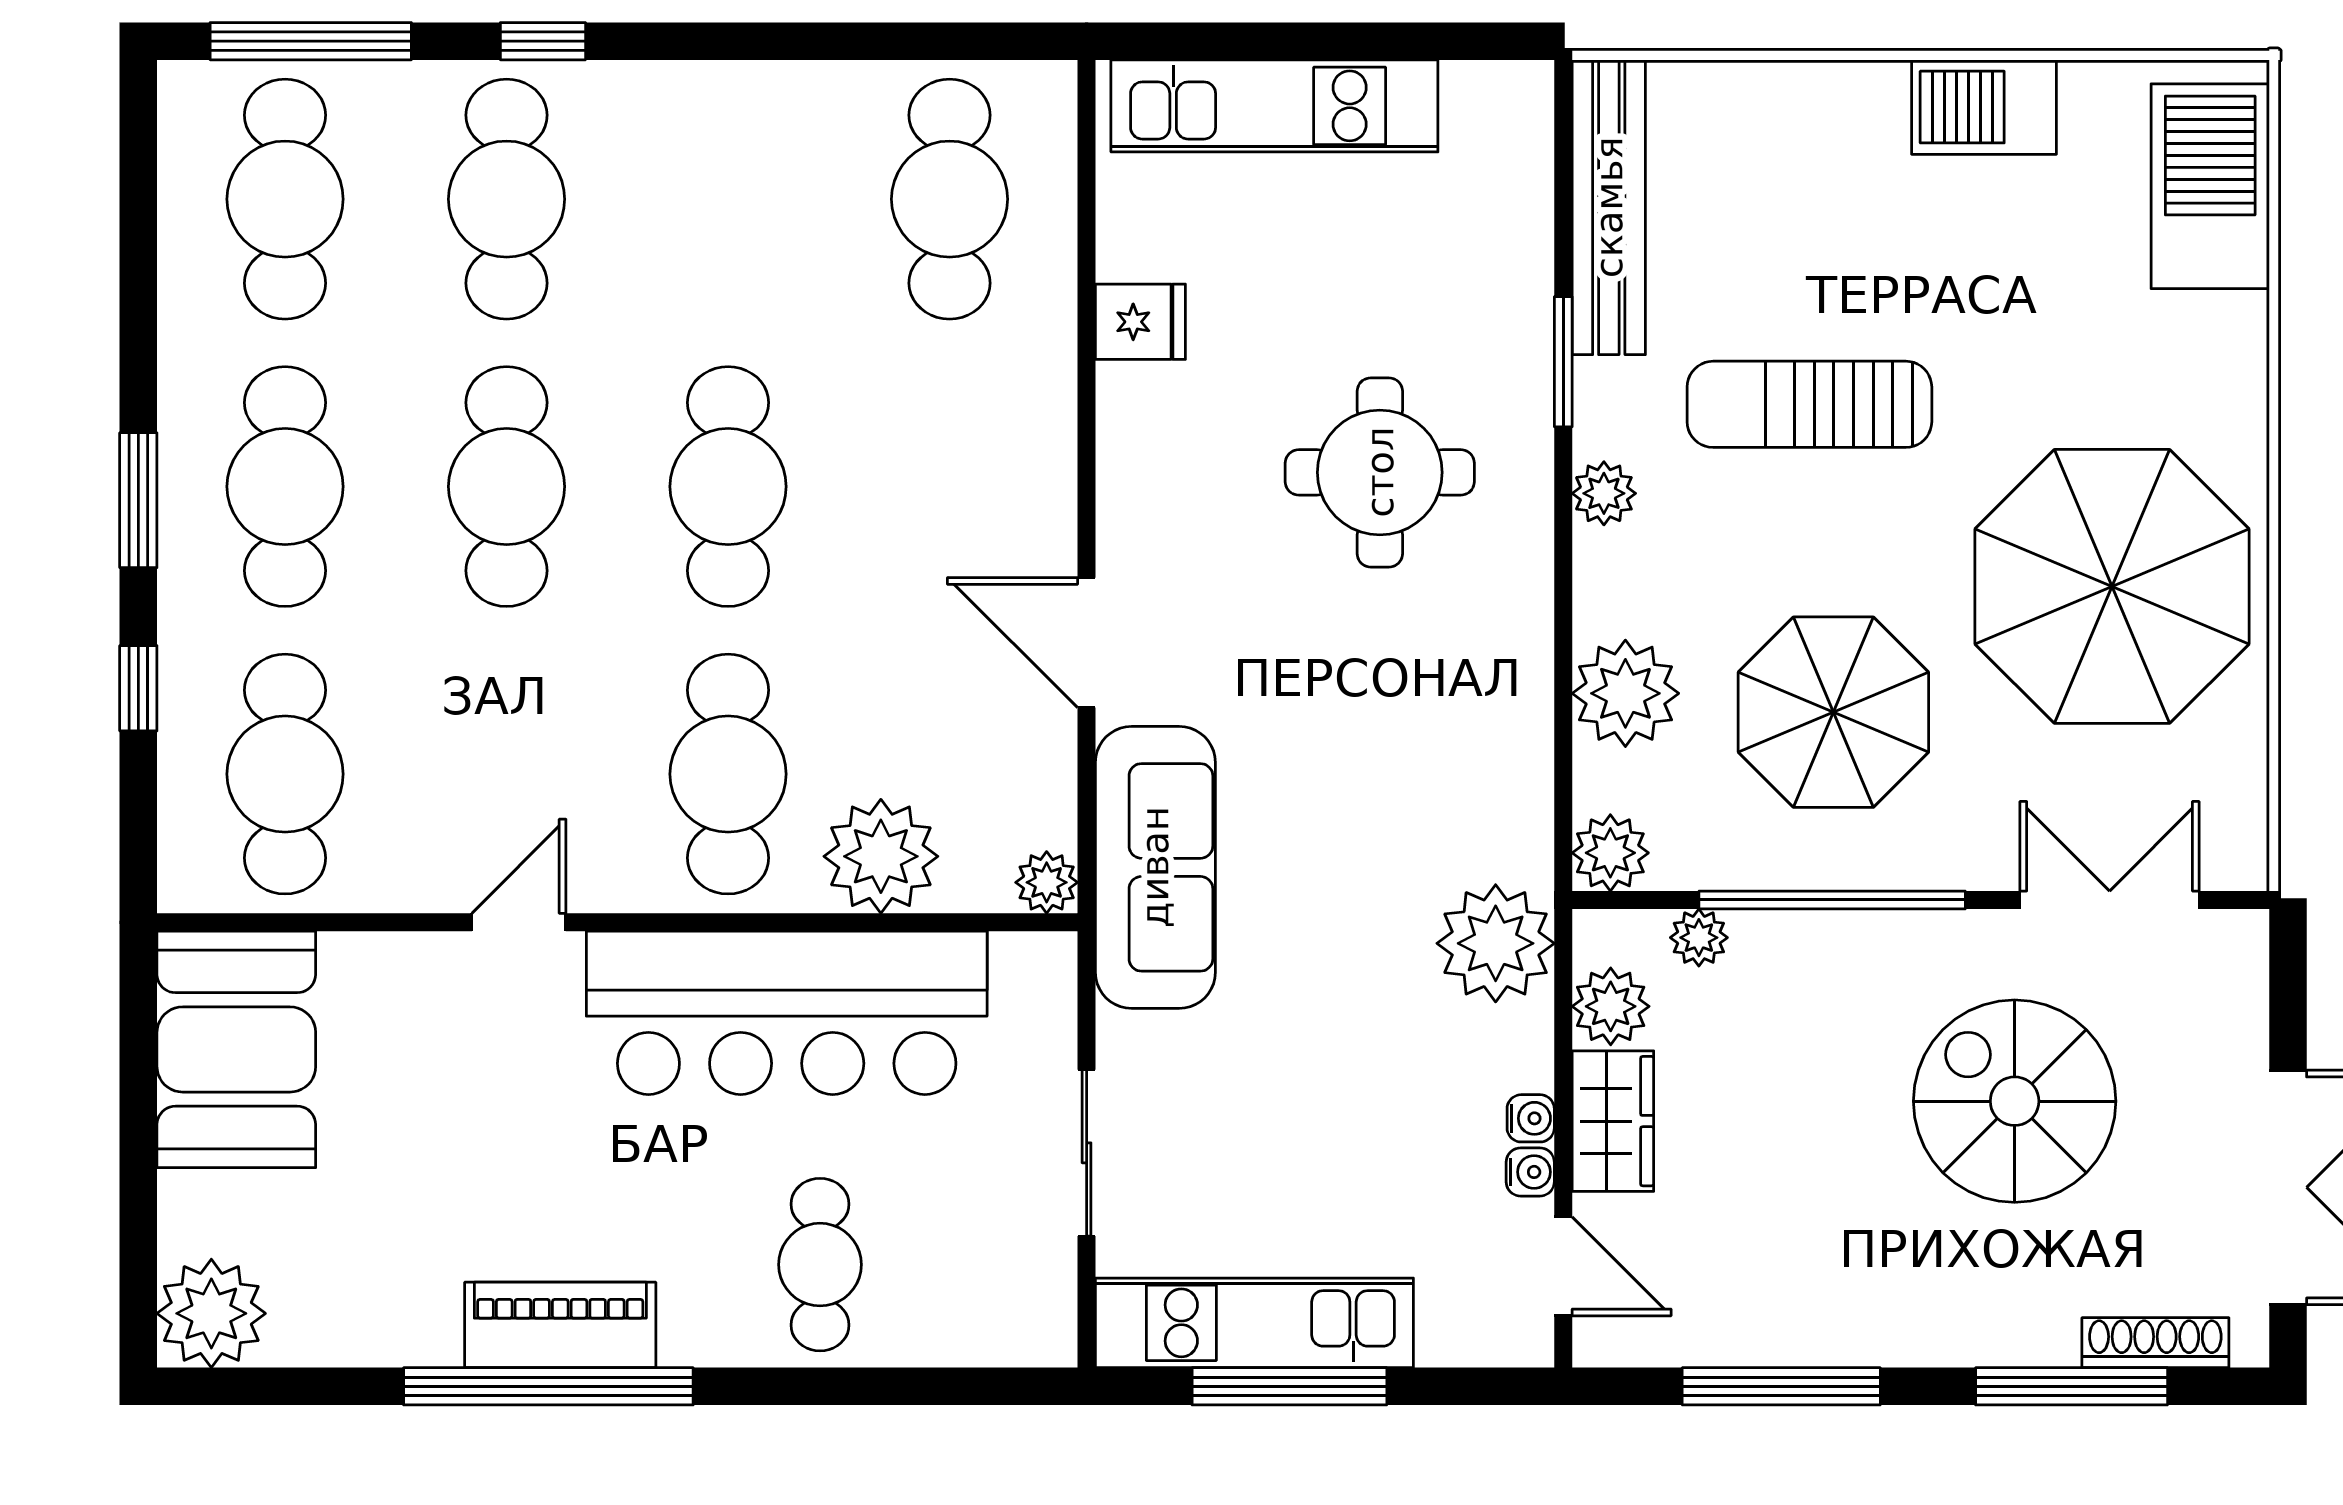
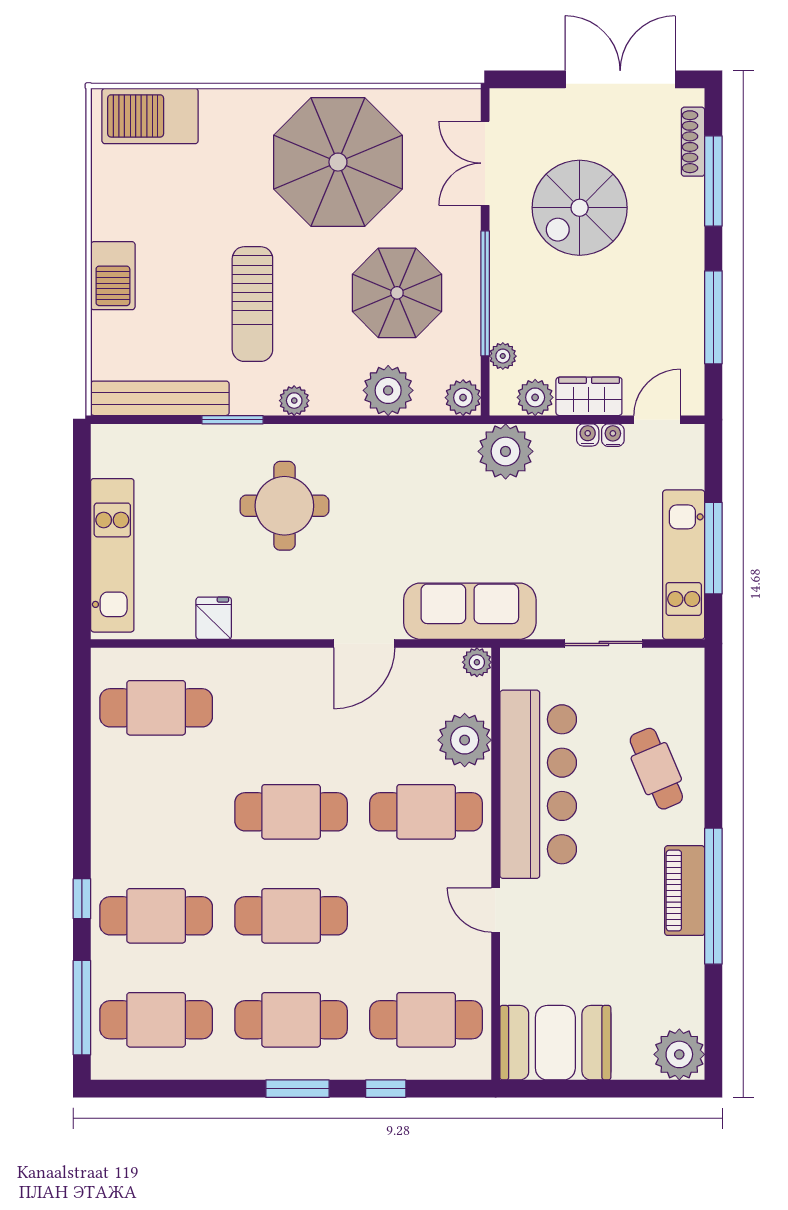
barbecue: (1984, 107) -> (113, 276), moved
cafe table: (820, 1265) -> (656, 769), turned 67

